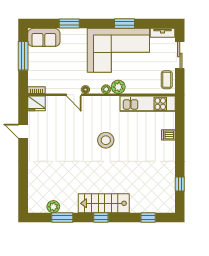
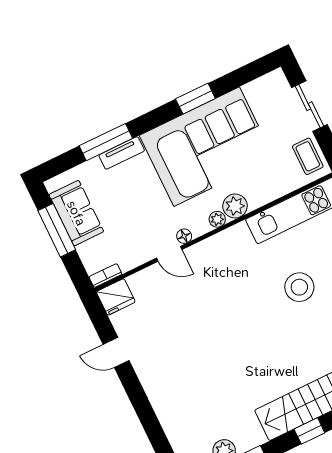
window: (69, 24) -> (106, 142), width x1.44
tv unit: (162, 33) -> (122, 153), moved
sofa: (44, 37) -> (76, 213), moved, turned -90
stool: (106, 140) -> (299, 287), moved

